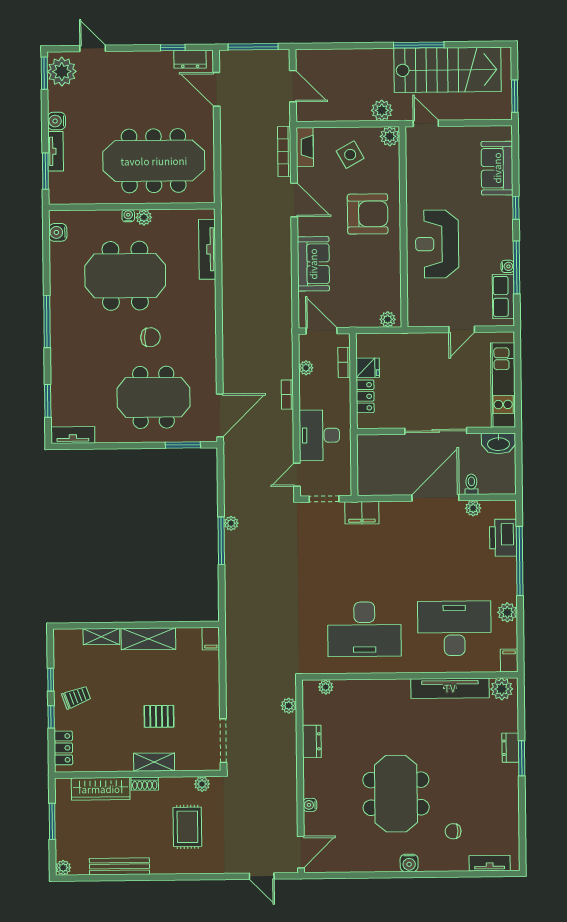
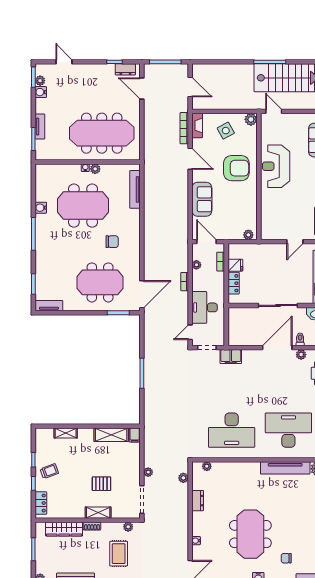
plant: (62, 72) -> (40, 81), width x0.53, depth x0.53
plant: (382, 110) -> (246, 103), removed
water cooler: (57, 121) -> (41, 92), moved
water cooler: (58, 232) -> (41, 208), moved
reception desk: (437, 244) -> (276, 166), moved
chair: (150, 337) -> (112, 242), moved
plant: (231, 523) -> (148, 472), moved
shelving: (148, 639) -> (111, 435), moved

